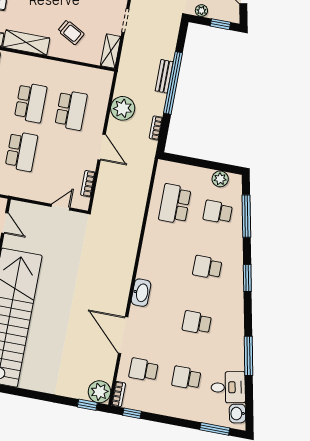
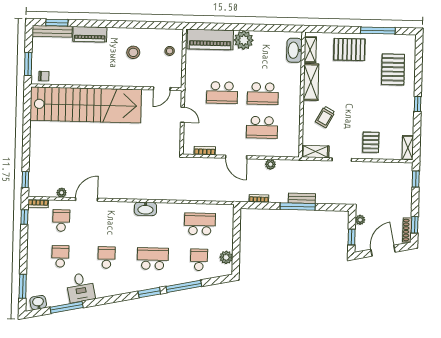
window: (173, 83) -> (298, 206), width x0.68
plant: (123, 108) -> (270, 164), width x0.53, depth x0.53
door: (102, 147) -> (236, 157), hinge flipped
door: (61, 207) -> (182, 115), moved
window: (246, 216) -> (184, 286), moved
school desk: (207, 267) -> (153, 259), width x1.85
washbasin: (141, 293) -> (145, 209), moved
door: (123, 335) -> (87, 199), width x0.73
window: (248, 356) -> (67, 307), moved
desk: (228, 387) -> (80, 288), moved
plant: (99, 392) -> (62, 193), moved, width x0.53, depth x0.53

